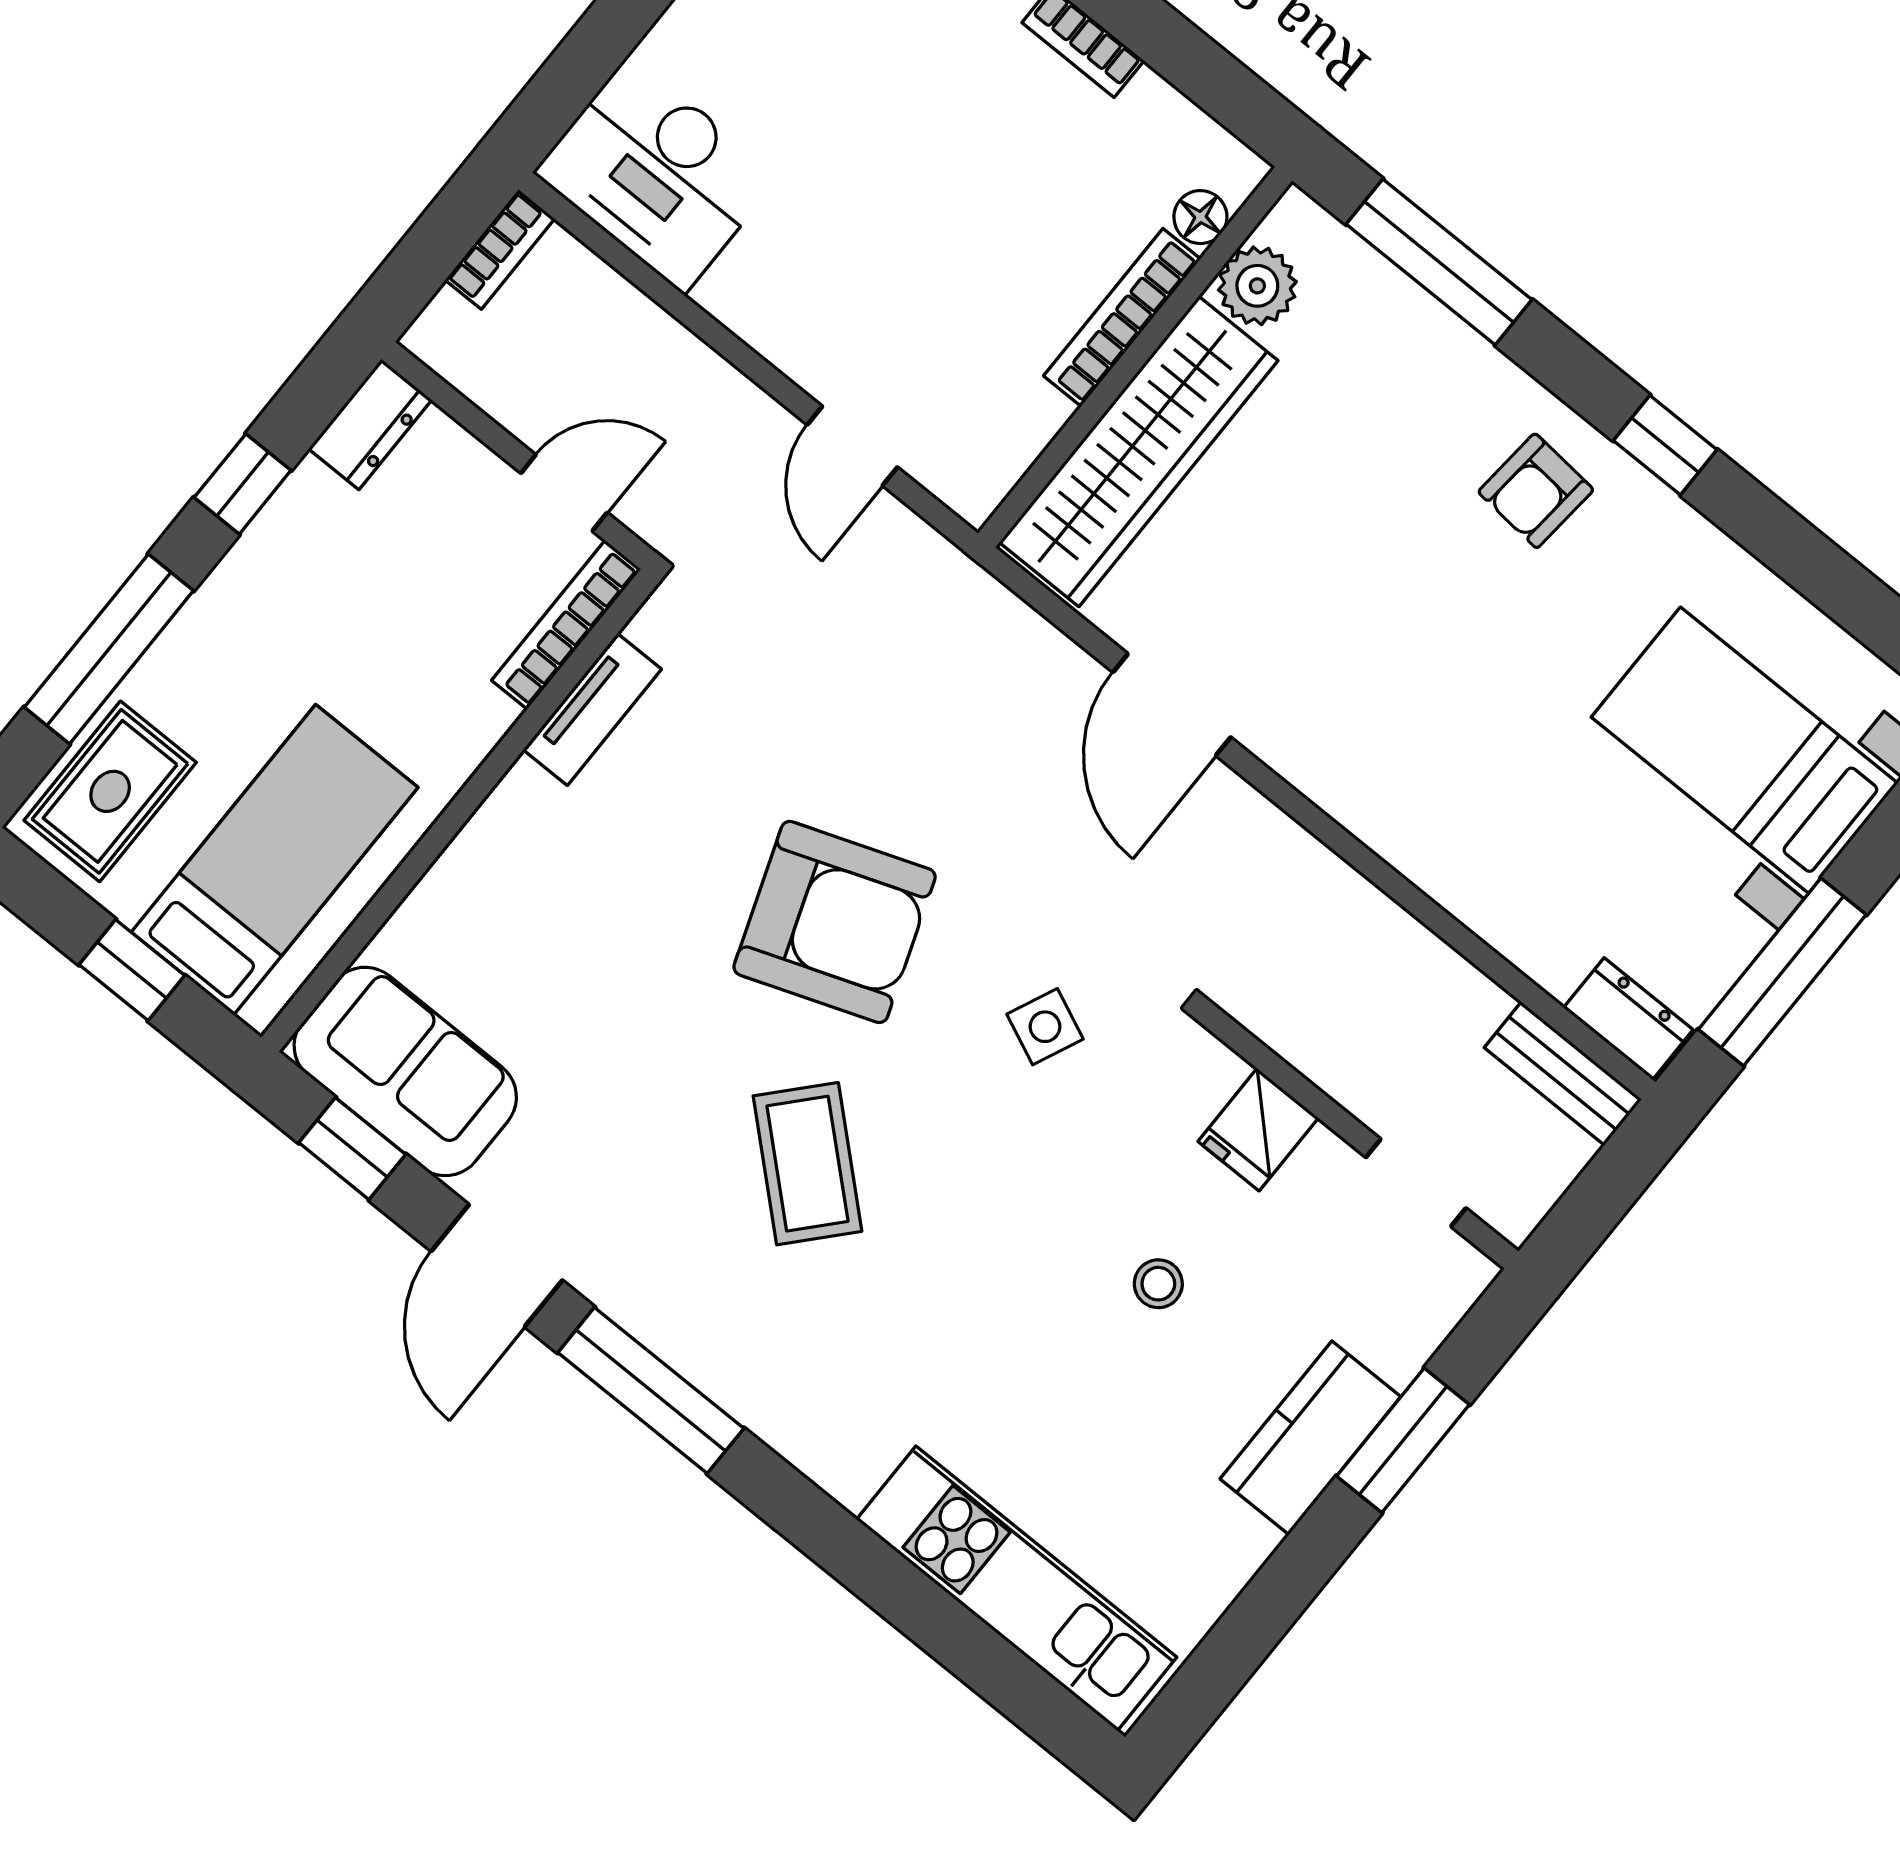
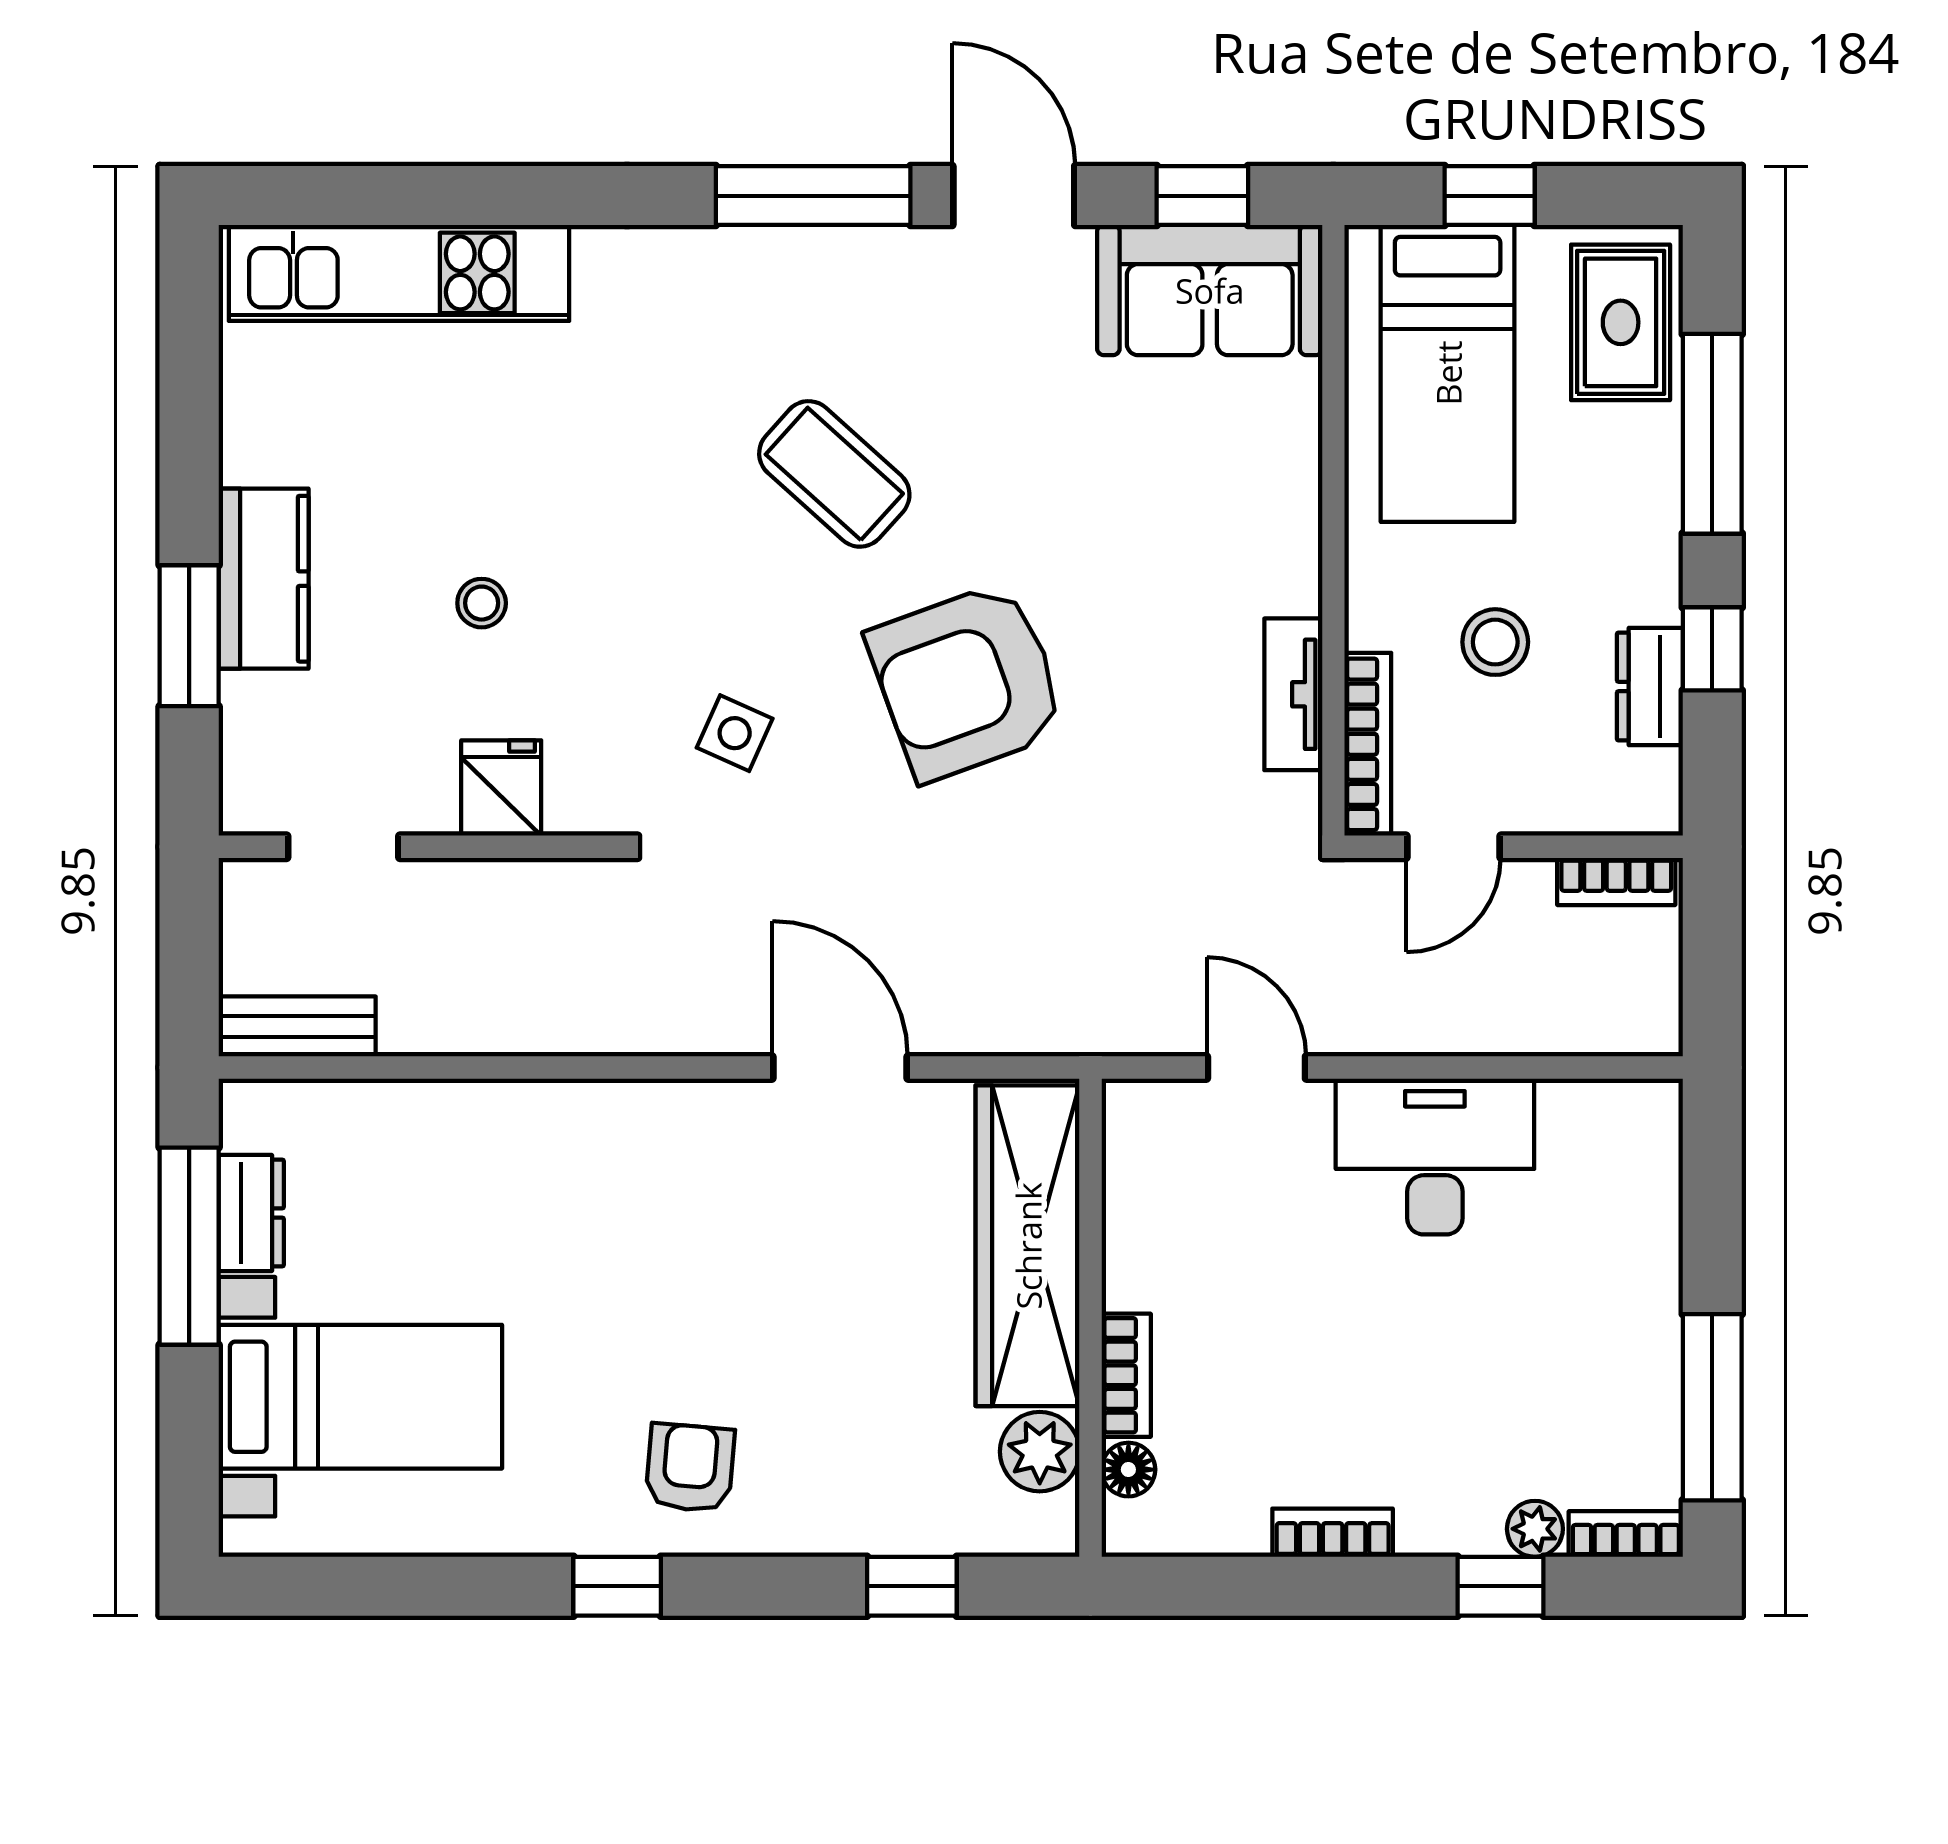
desk: (657, 174) -> (1435, 1157), moved
bookcase: (500, 249) -> (1616, 881), moved, turned -90
window: (1439, 262) -> (912, 1586), width x0.46
bookcase: (1122, 317) -> (1126, 1375), width x0.64
dresser: (370, 424) -> (1650, 687), moved
stool: (405, 624) -> (1495, 642), added
dresser: (1628, 1019) -> (251, 1213), moved, turned -90

